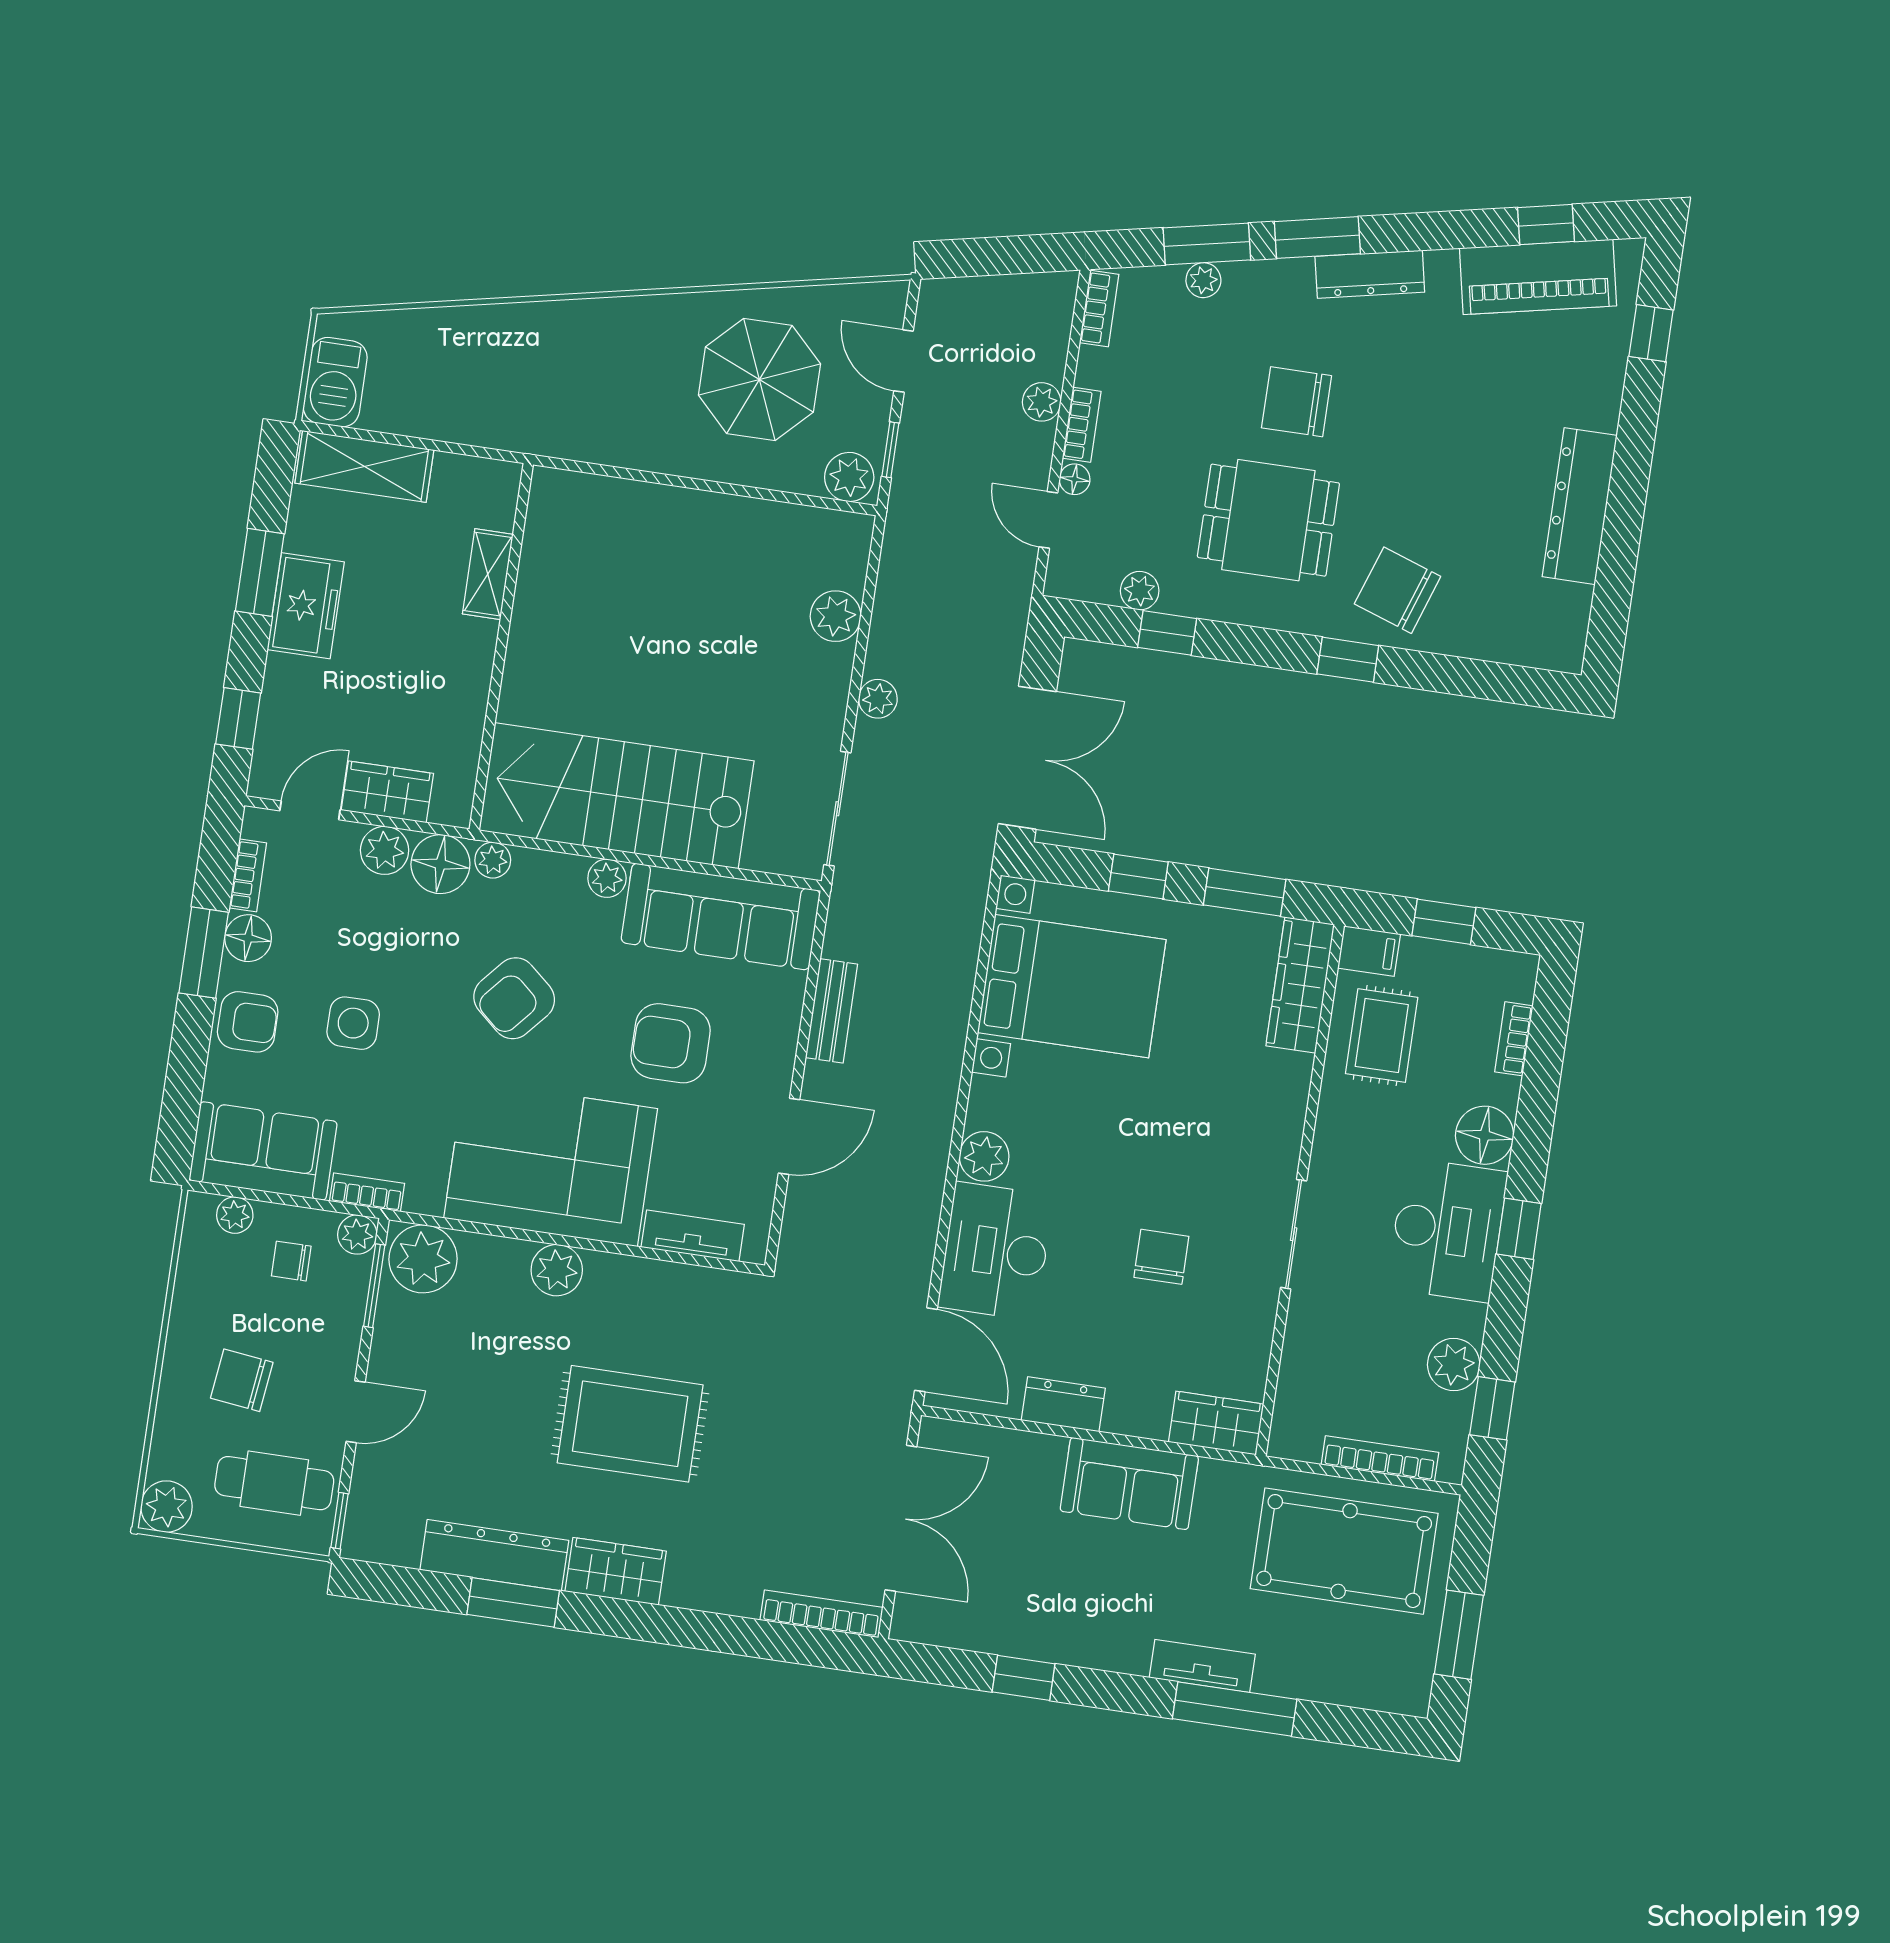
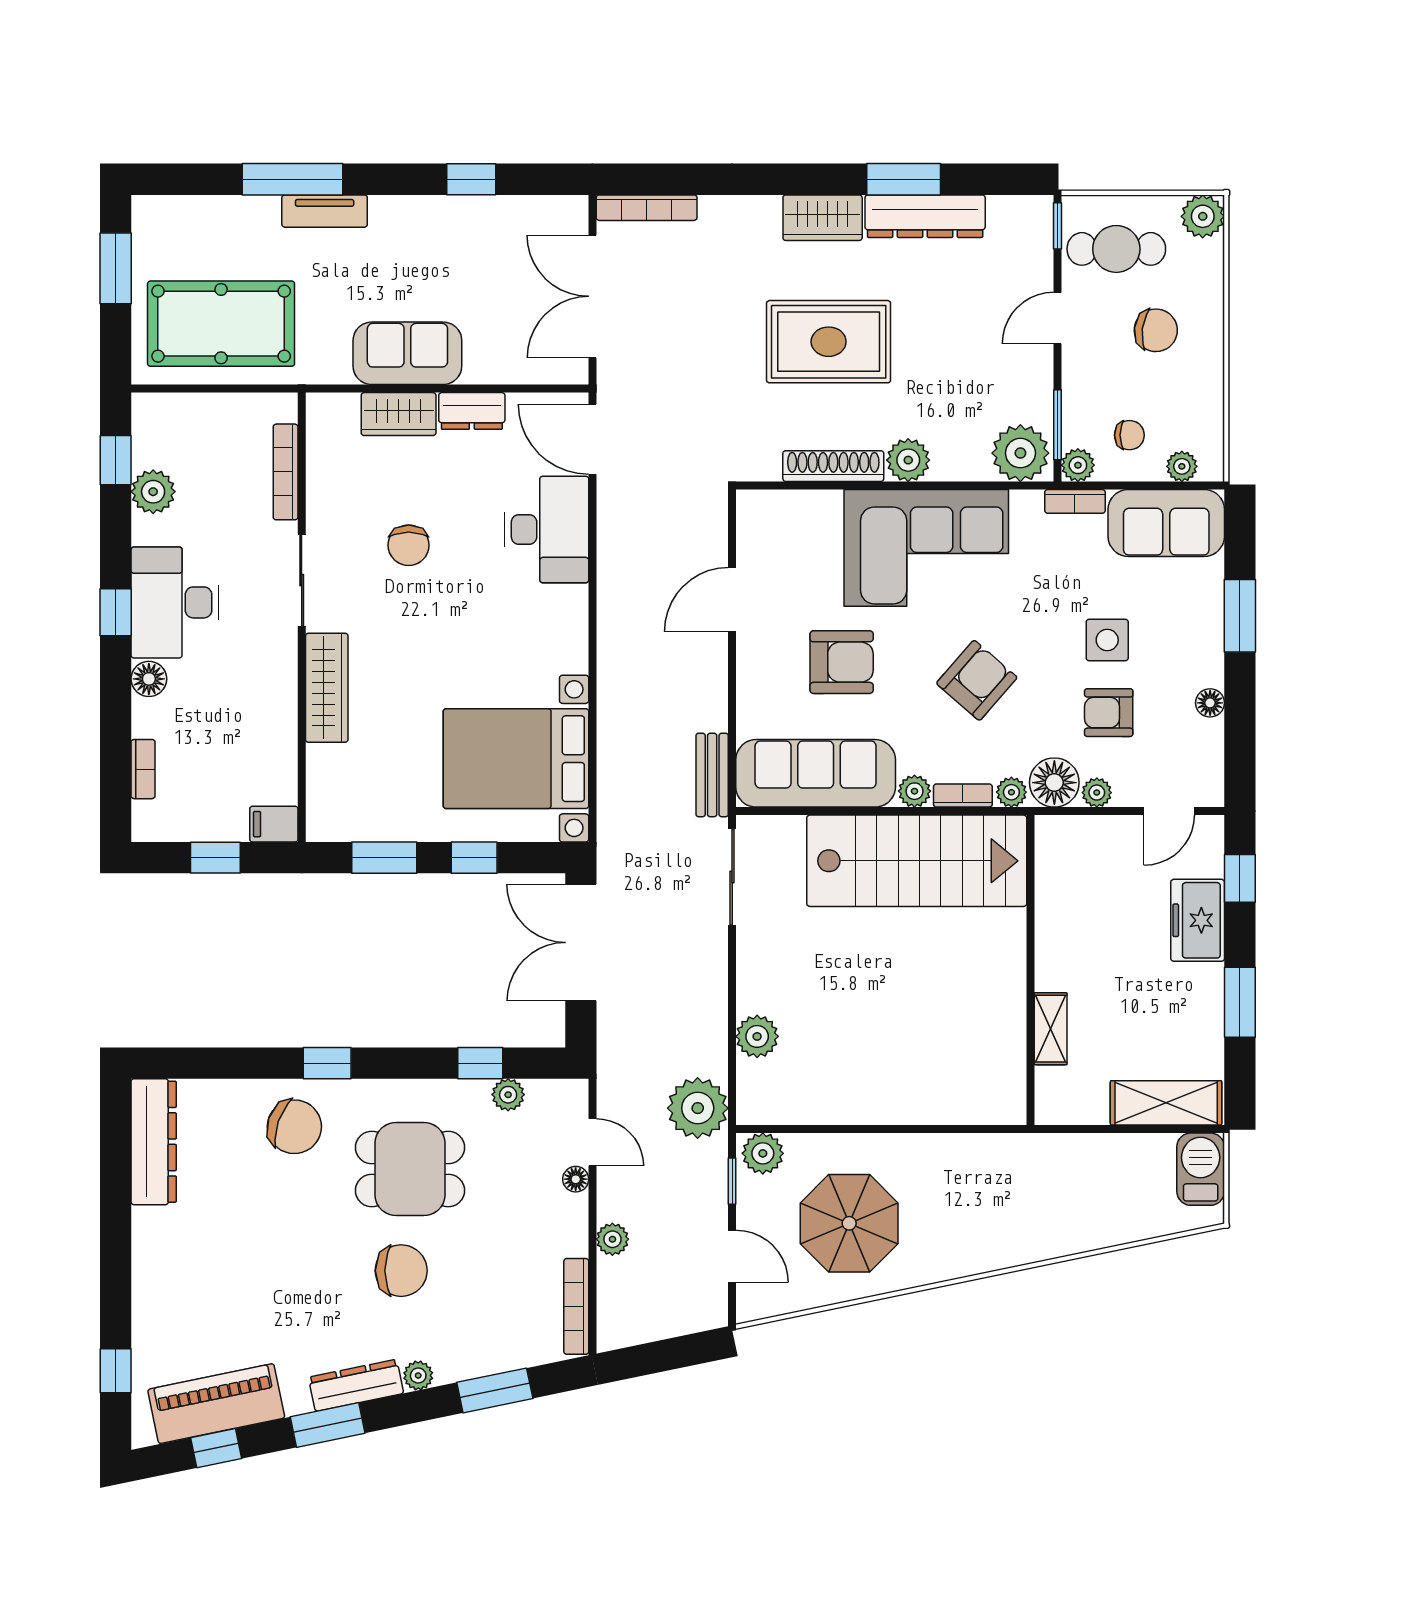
window: (1317, 238) -> (328, 1425), moved
plant: (1203, 280) -> (418, 1376), moved
bookcase: (1099, 308) -> (576, 1306), width x1.56
bookcase: (1082, 425) -> (577, 1225), removed
dresser: (1580, 506) -> (154, 1142), moved
freezer: (306, 606) -> (1198, 920), moved
plant: (878, 699) -> (698, 1108), moved, width x1.88, depth x1.88
wardrobe: (387, 792) -> (1107, 836), removed
plant: (385, 850) -> (1097, 793), width x0.73, depth x0.73
bookcase: (248, 875) -> (963, 796), moved, turned 90
floor lamp: (248, 938) -> (1210, 703), width x0.73, depth x0.73
window: (204, 953) -> (1240, 616), moved
wardrobe: (1300, 985) -> (327, 688), moved
bench: (832, 1011) -> (712, 775), moved
armchair: (248, 1022) -> (1109, 713), moved
rug: (1382, 1036) -> (253, 756), removed
floor lamp: (1485, 1135) -> (149, 679), width x0.73, depth x0.73
plant: (984, 1156) -> (568, 607), removed
tv unit: (693, 1236) -> (800, 505), removed
shoe rack: (646, 1276) -> (833, 466), added
wardrobe: (1216, 1423) -> (399, 414), moved
bookcase: (1380, 1458) -> (286, 472), moved, turned 90

